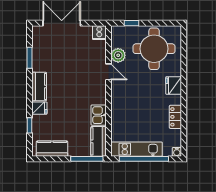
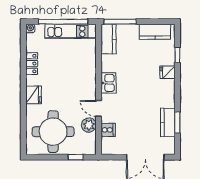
cooker: (99, 33) -> (108, 130), moved, turned 90
kitchen counter: (39, 86) -> (168, 123), moved
kitchen sink: (99, 115) -> (108, 83), moved

